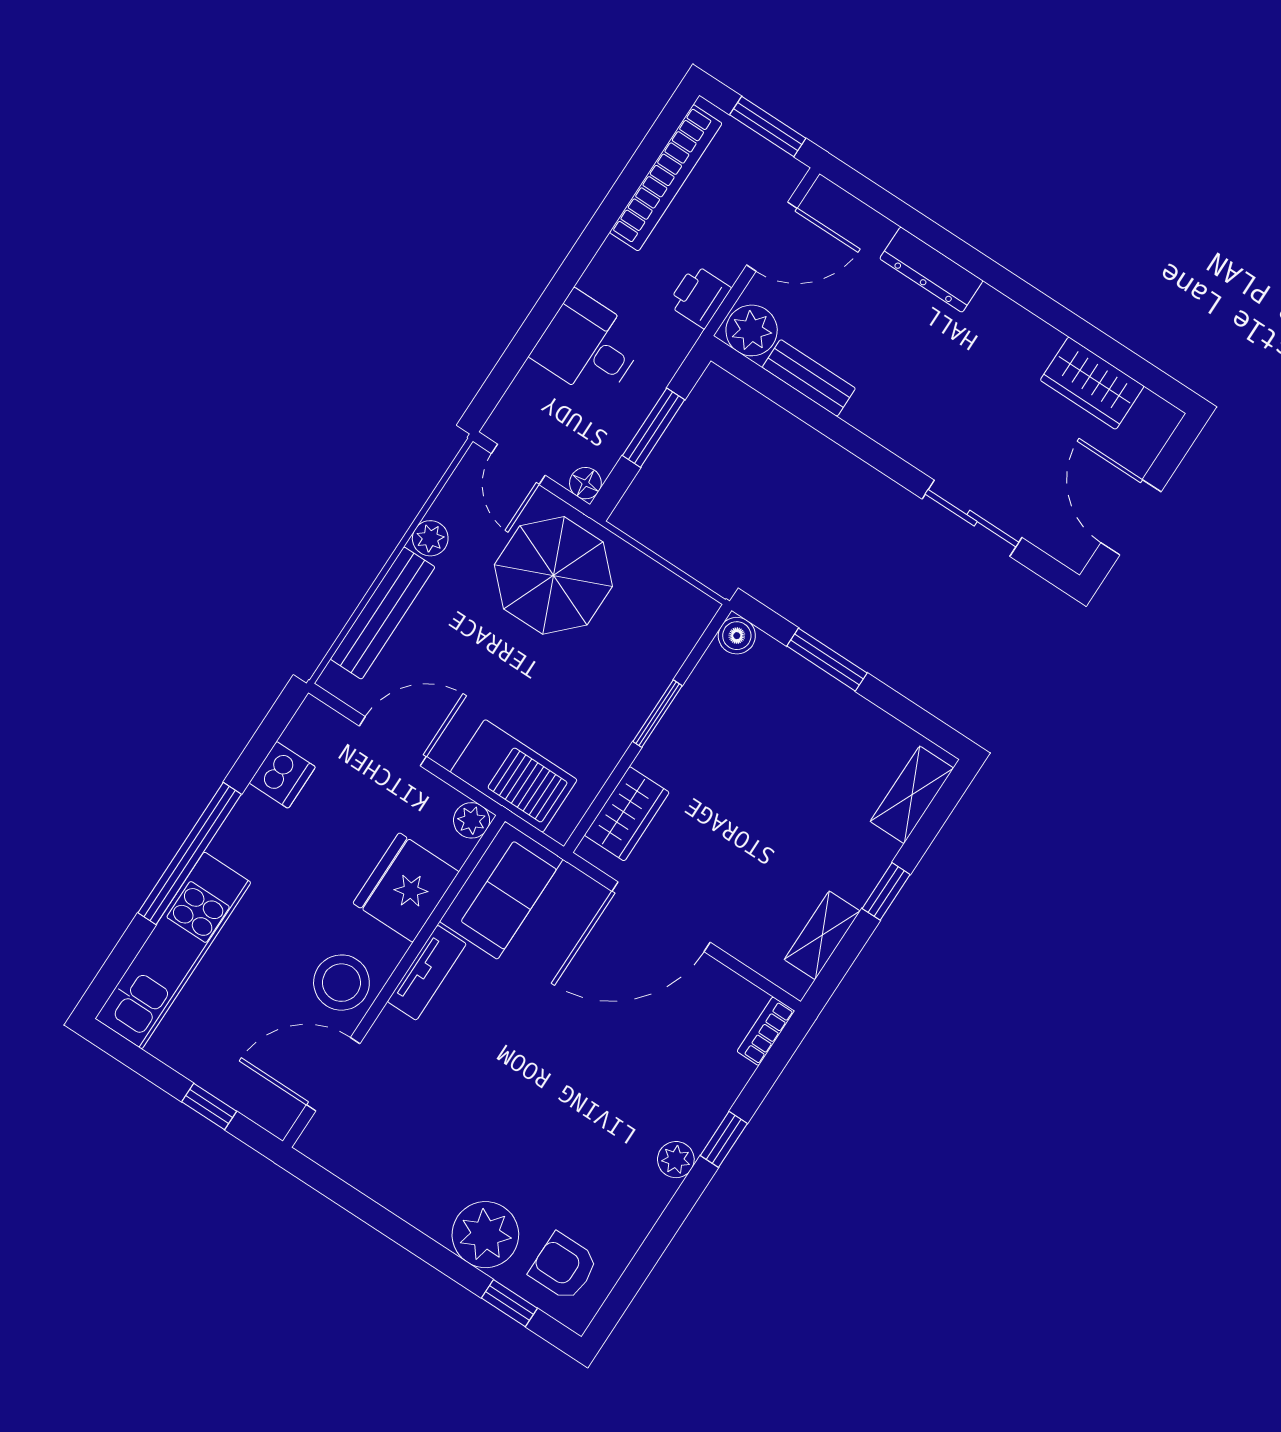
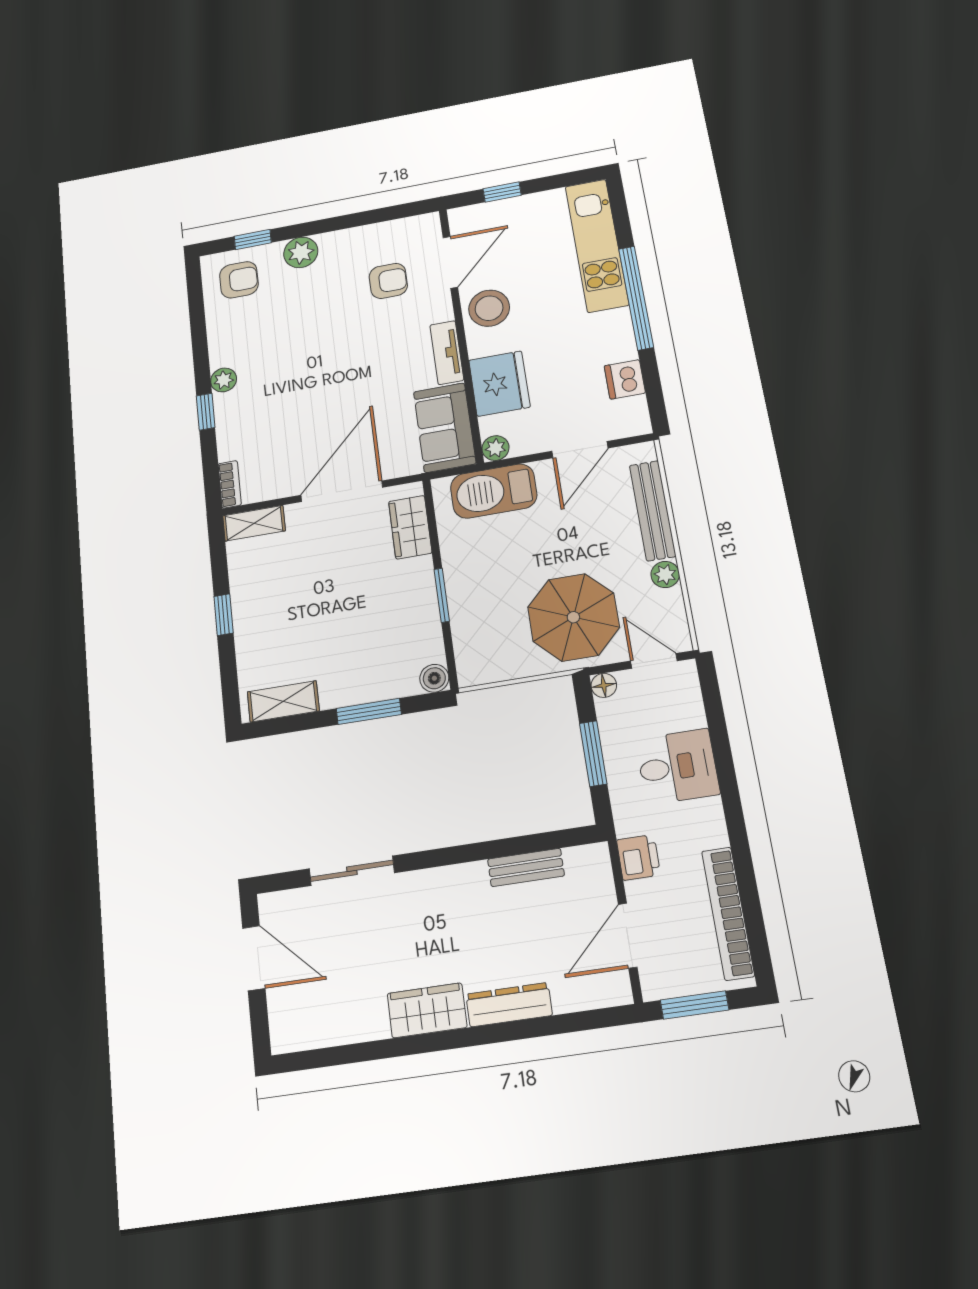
plant: (752, 330) -> (587, 865), removed
wardrobe: (1092, 383) -> (427, 1010), moved
shelving: (912, 795) -> (283, 701), moved, turned 90
shelving: (822, 935) -> (254, 523), moved, turned 90
armchair: (414, 1114) -> (388, 281), added
plant: (485, 1235) -> (301, 252), width x0.73, depth x0.73

